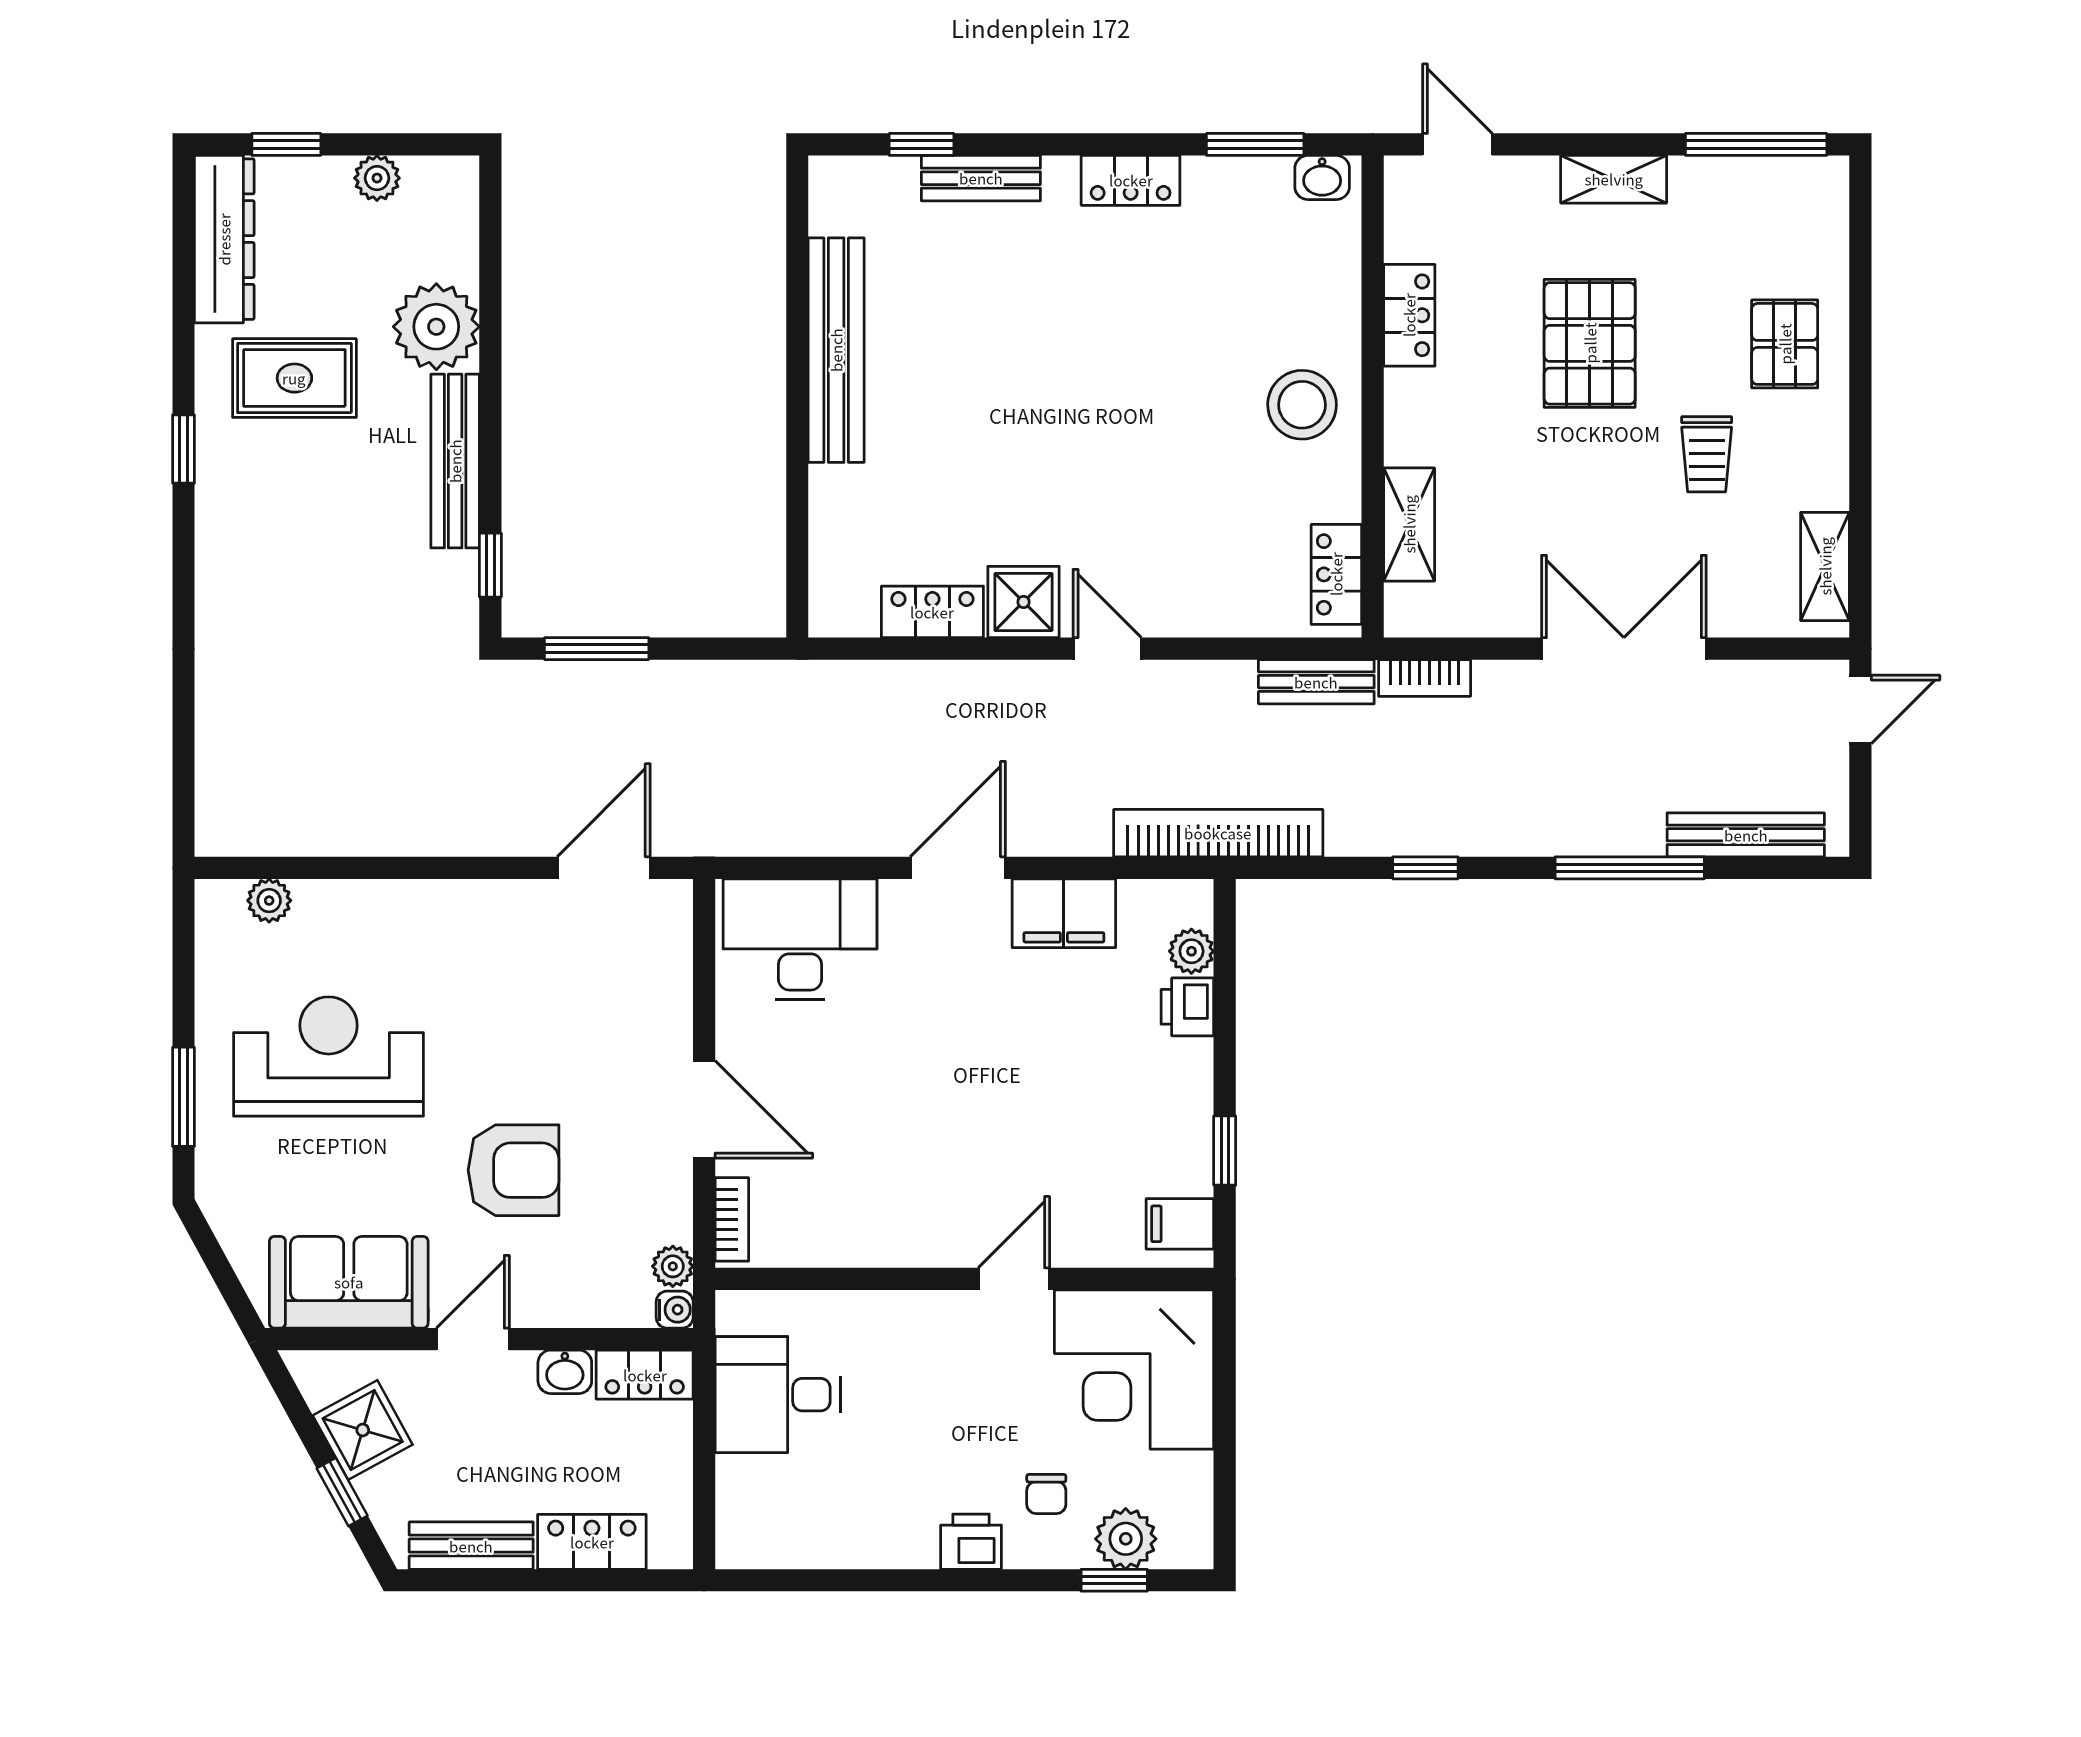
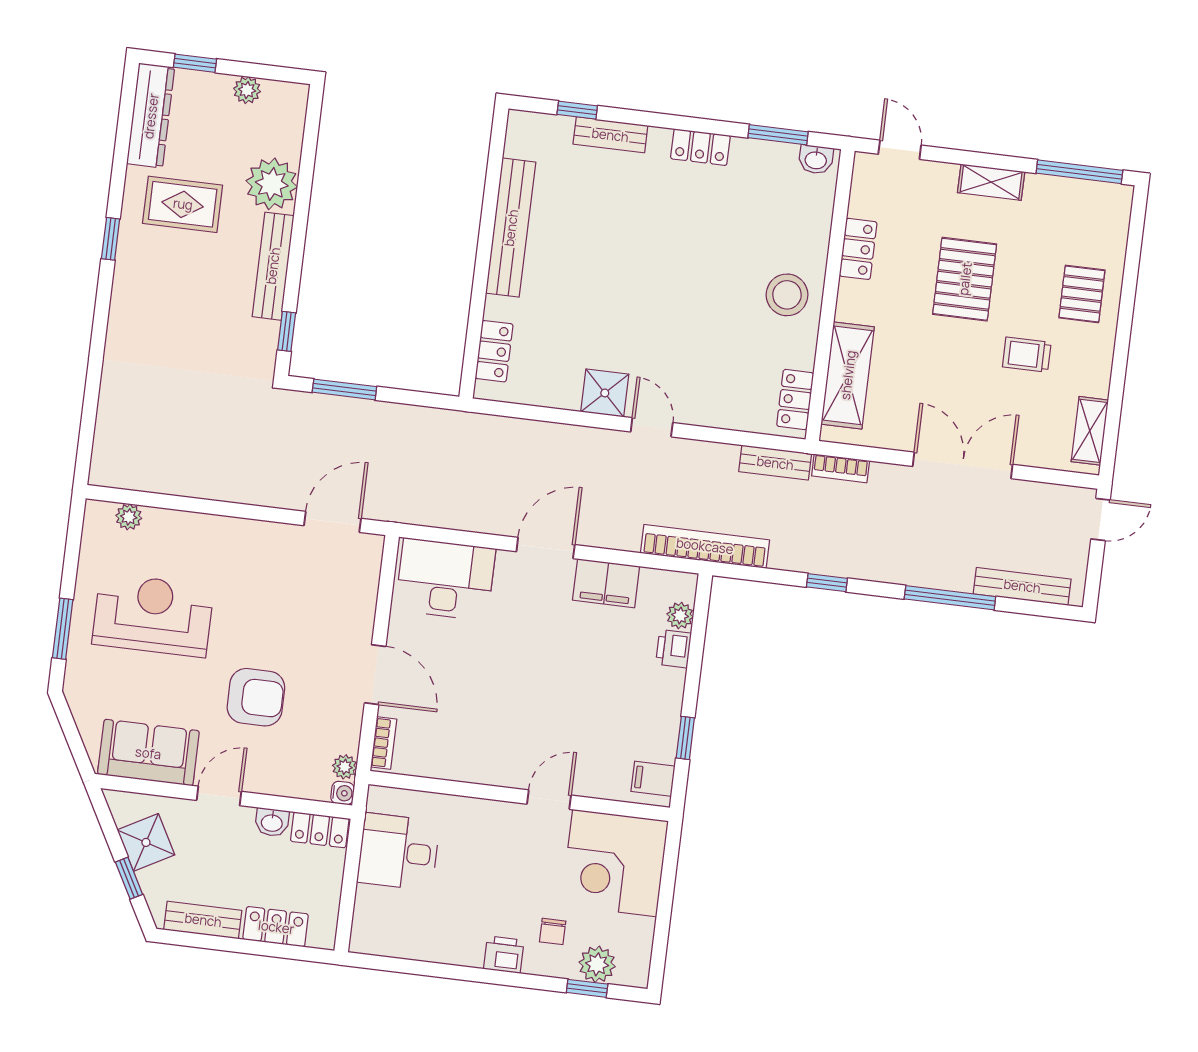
trolley: (1707, 454) -> (1027, 355), turned 90
shelving: (1409, 524) -> (848, 375), width x1.50, depth x1.33
locker: (932, 612) -> (494, 351), moved, turned 90

